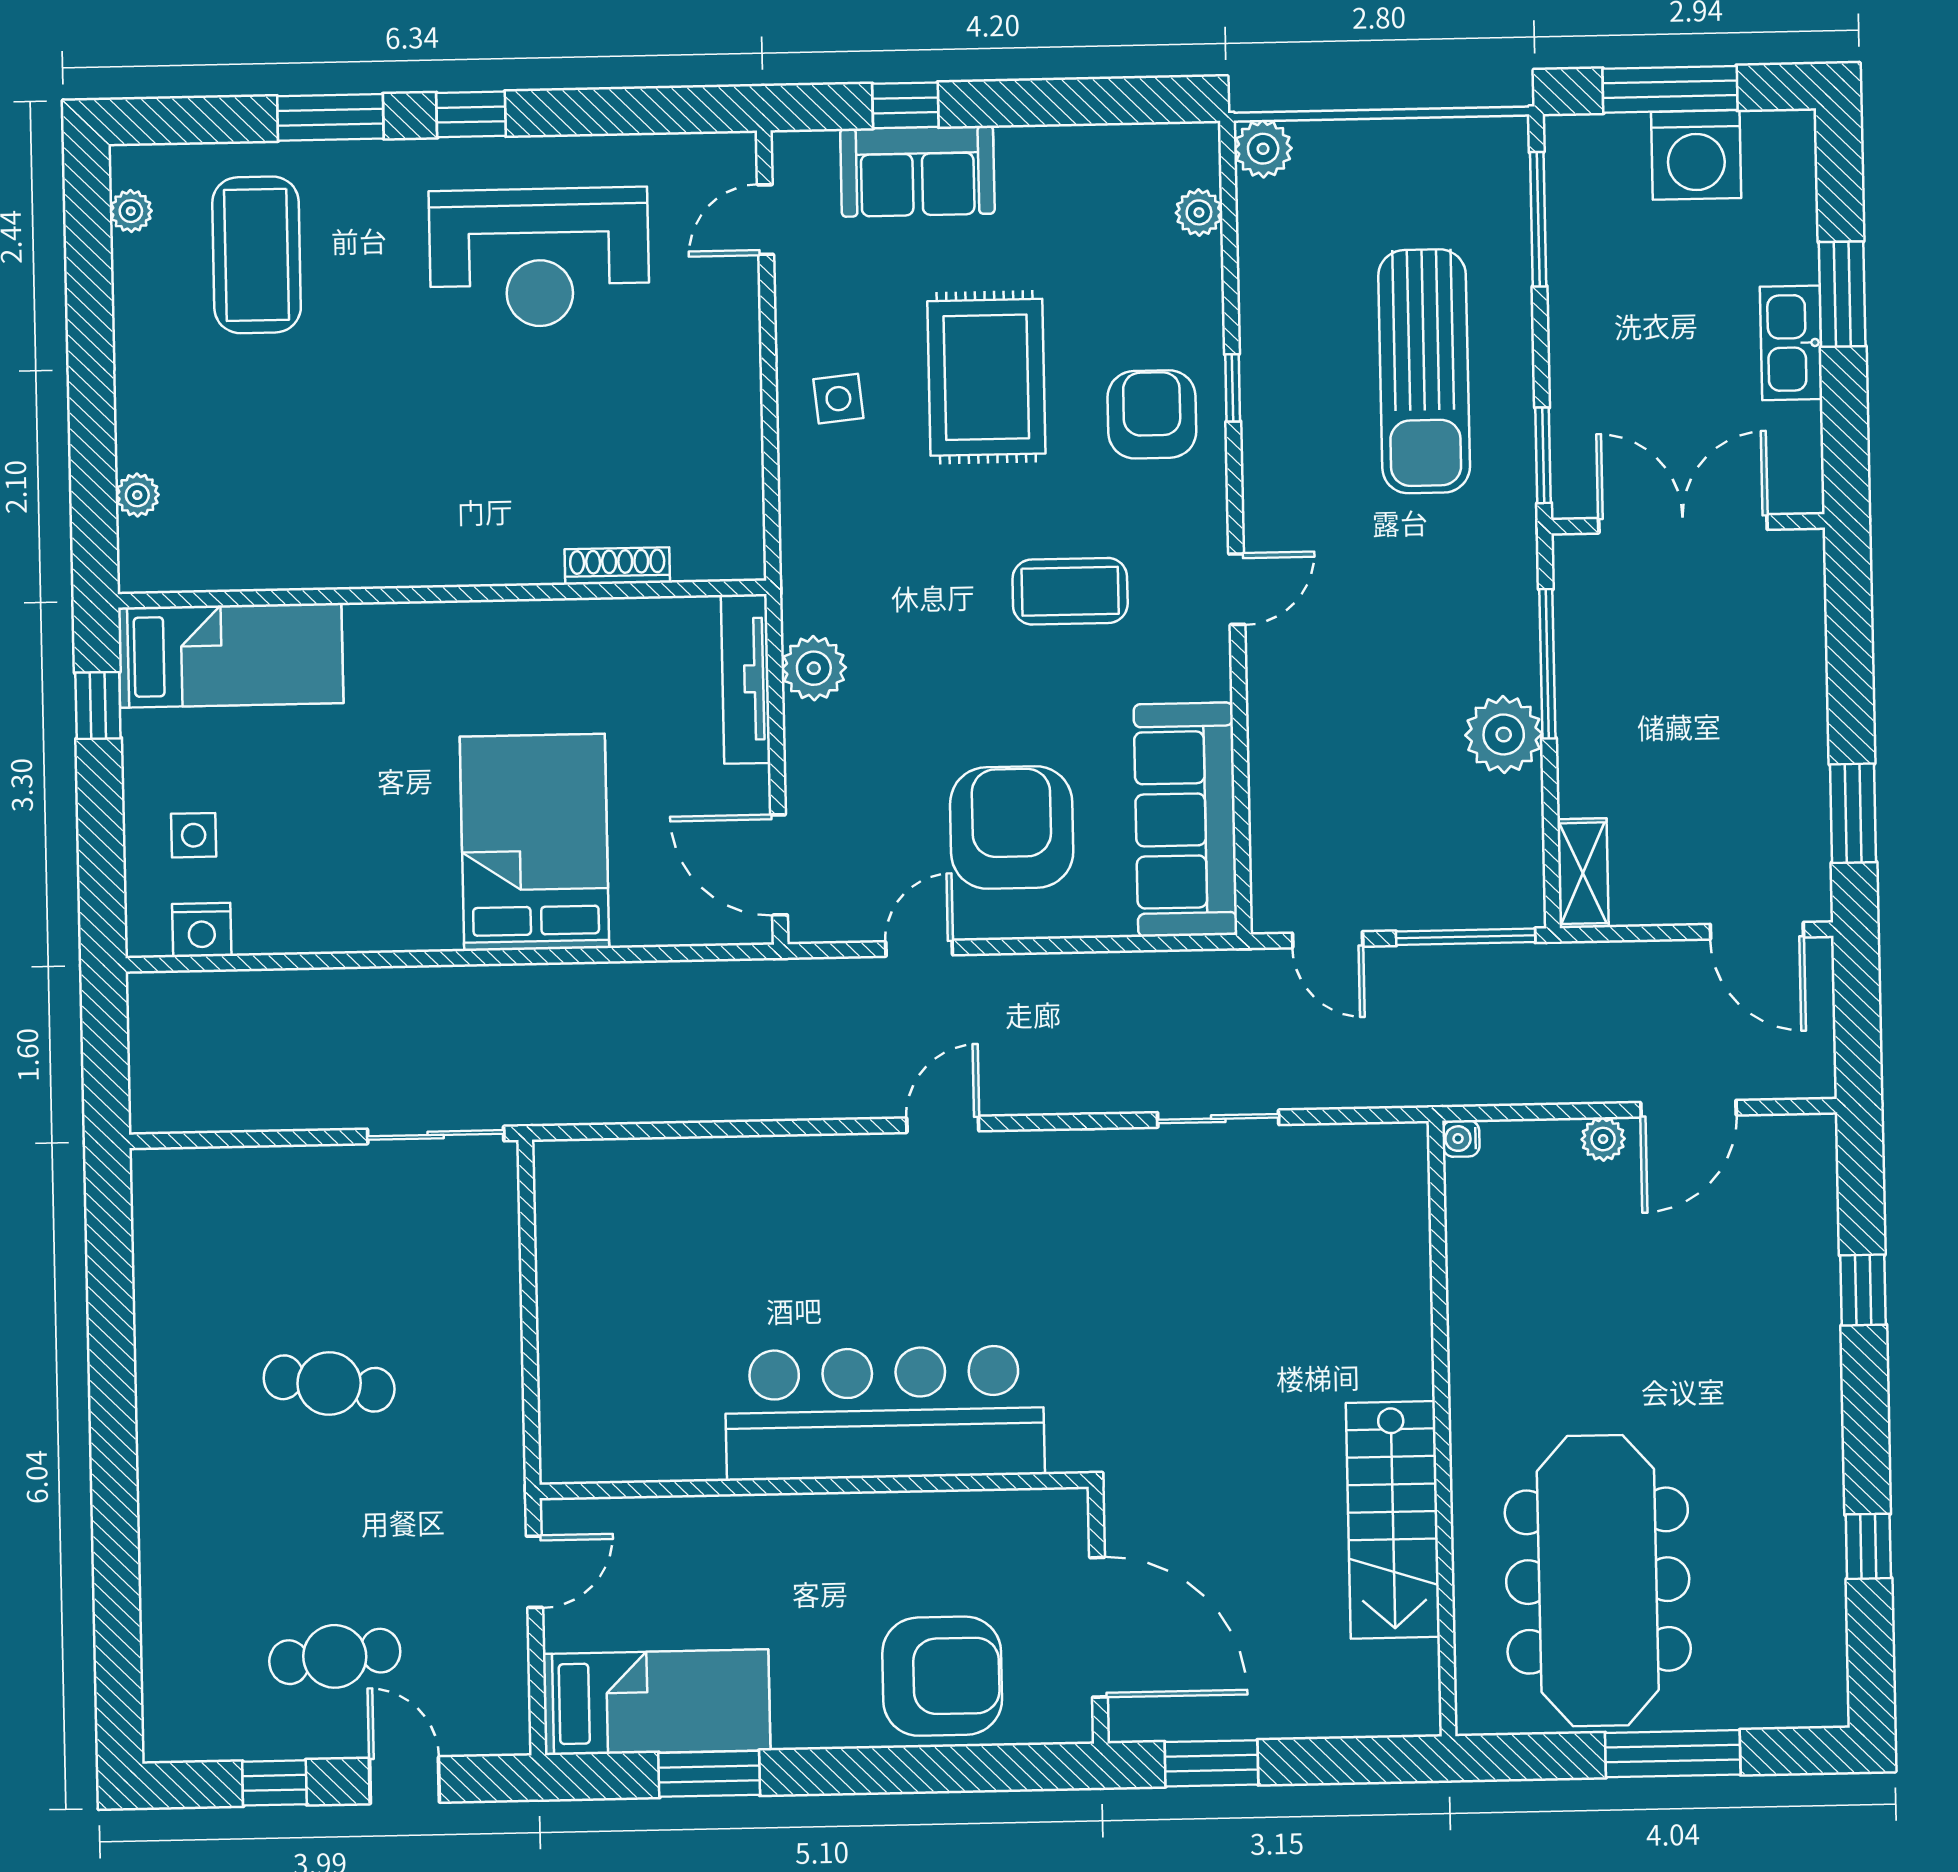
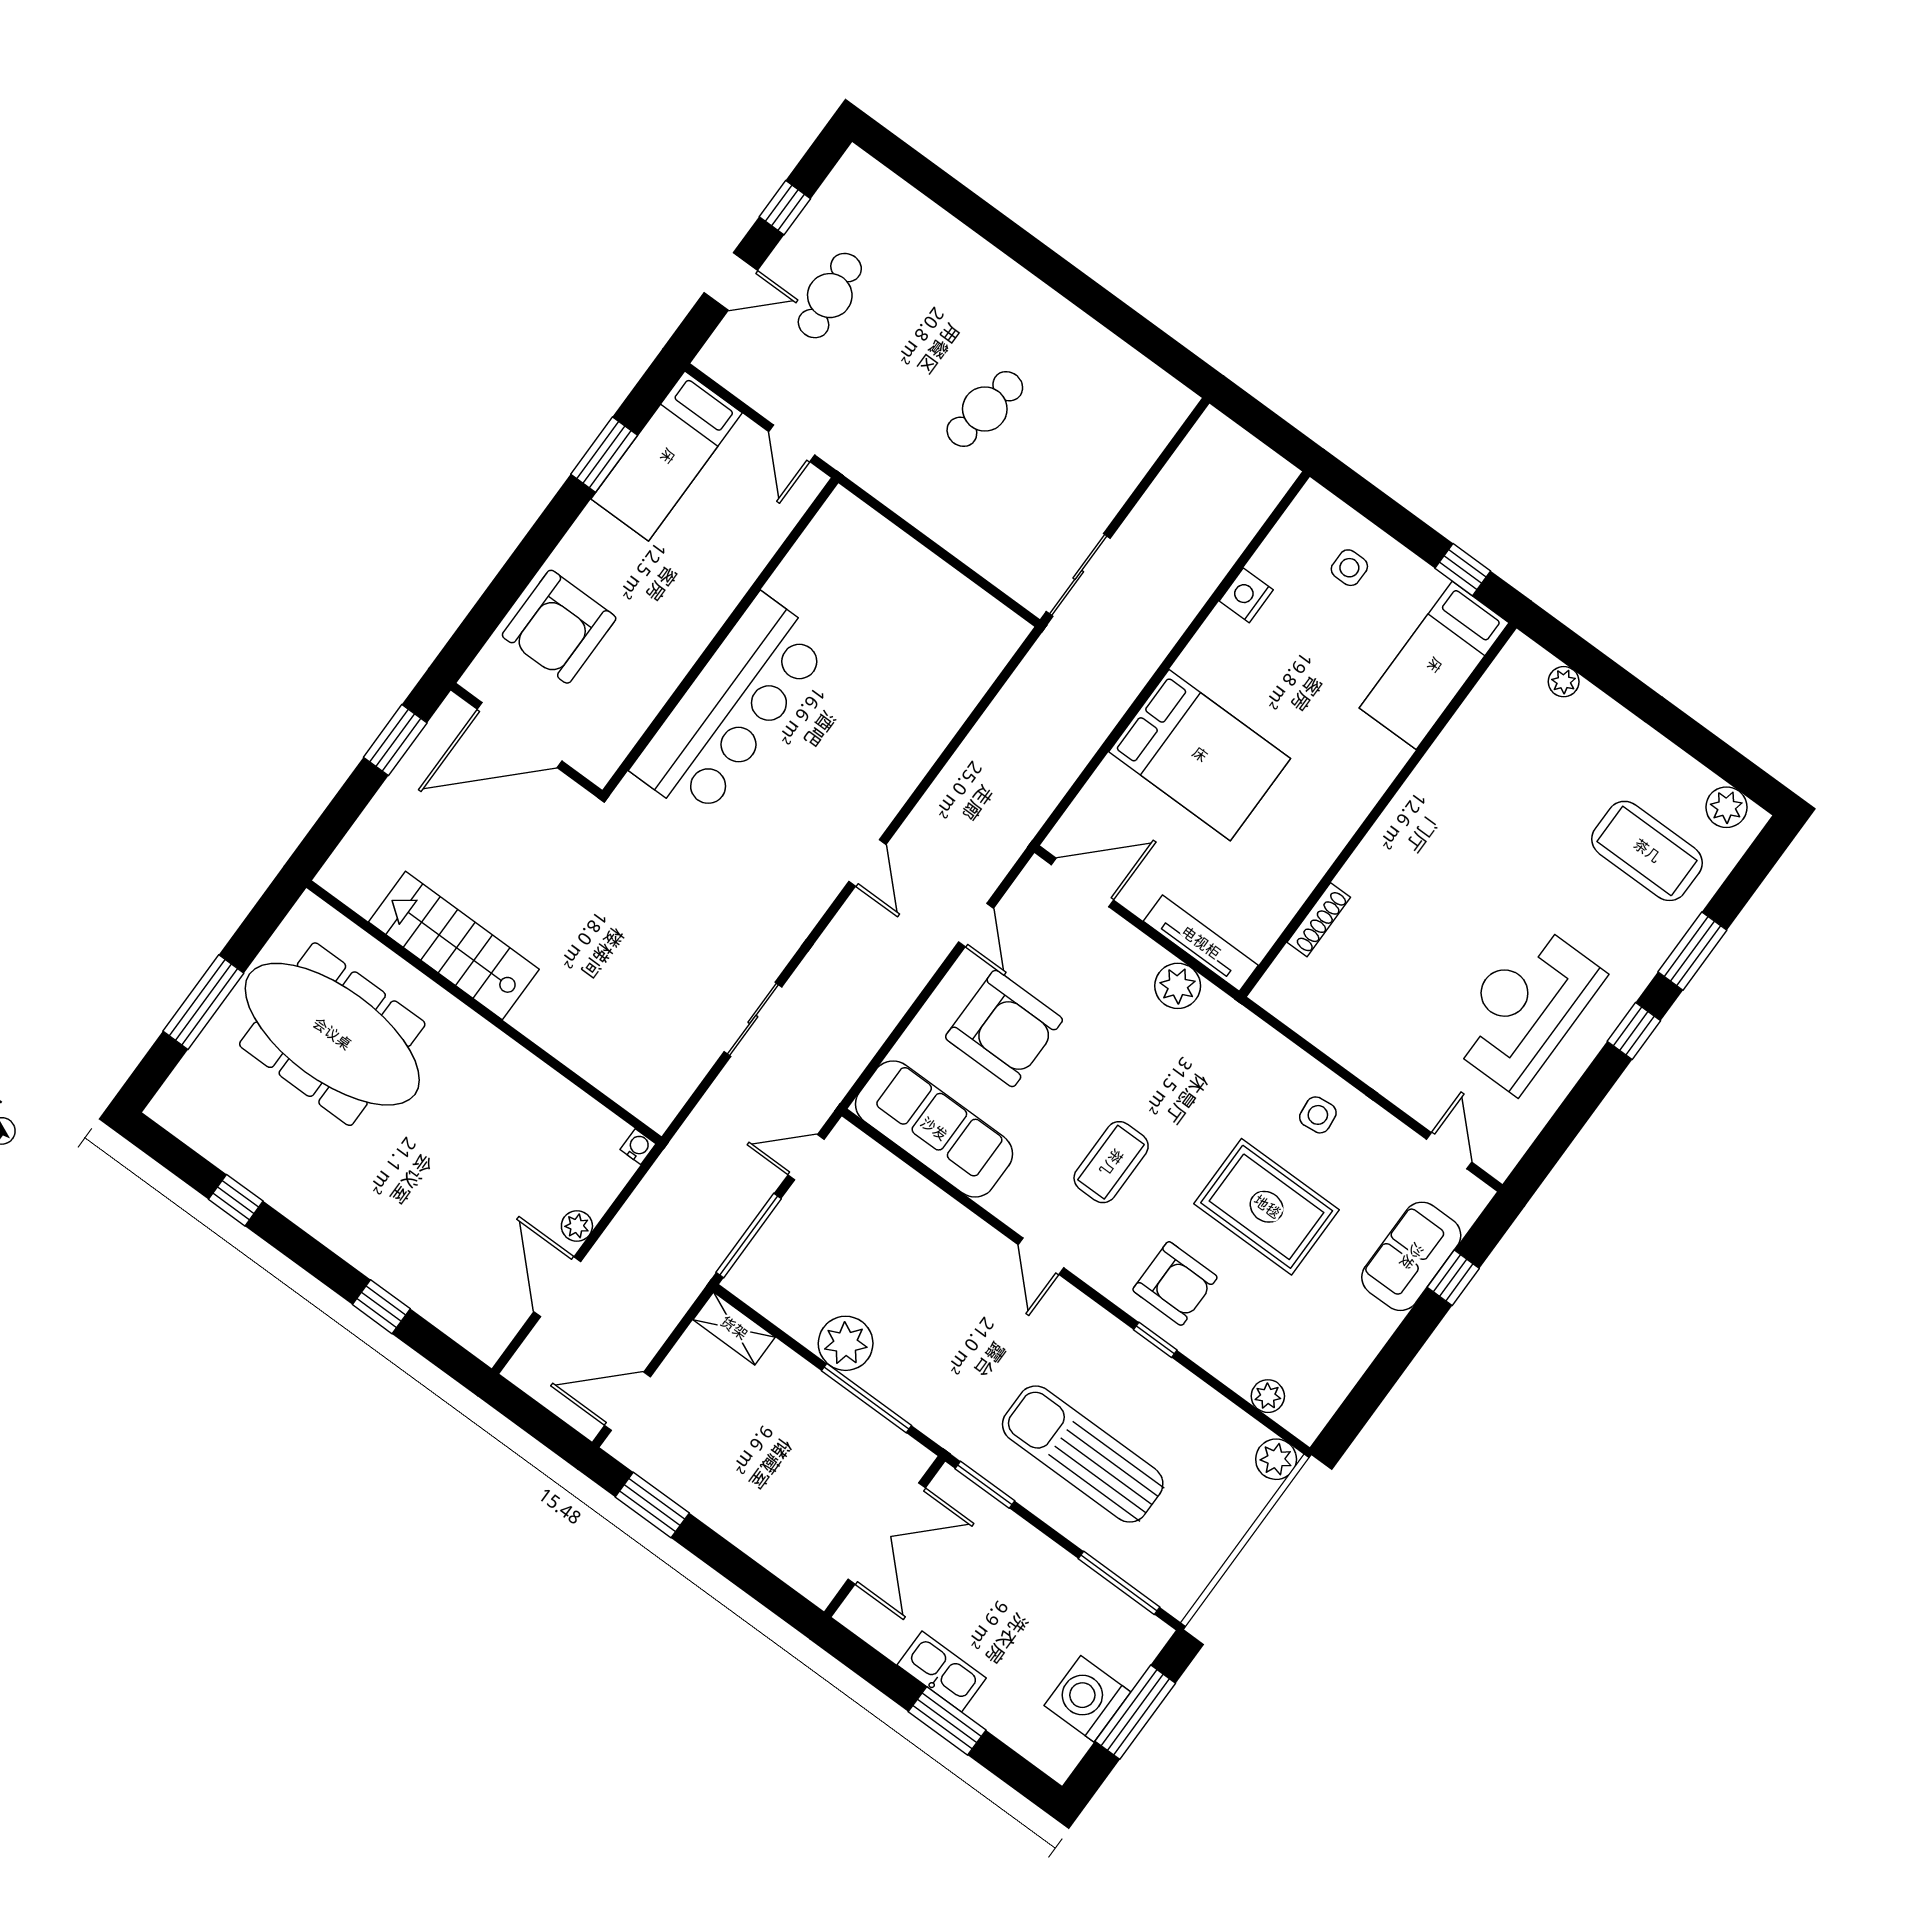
plant: (131, 211) -> (1726, 807), width x1.38, depth x1.38
nightstand: (202, 930) -> (1246, 595), moved

